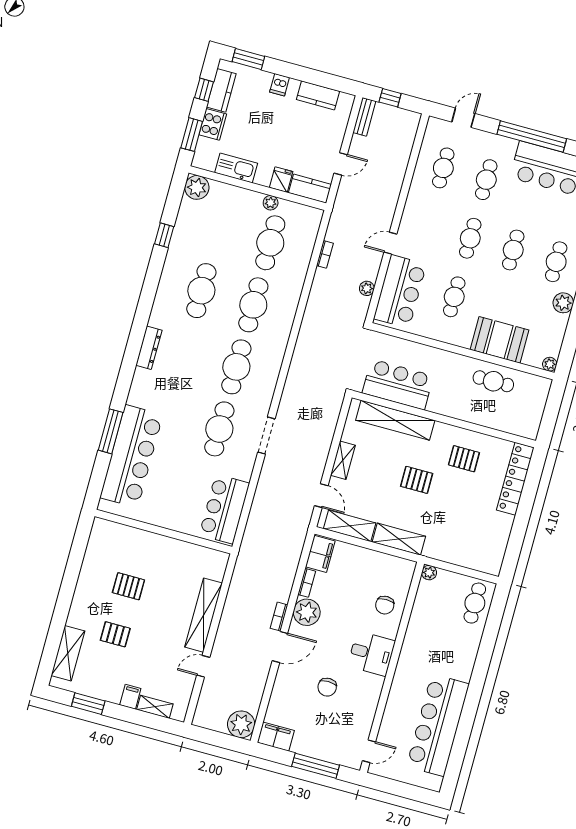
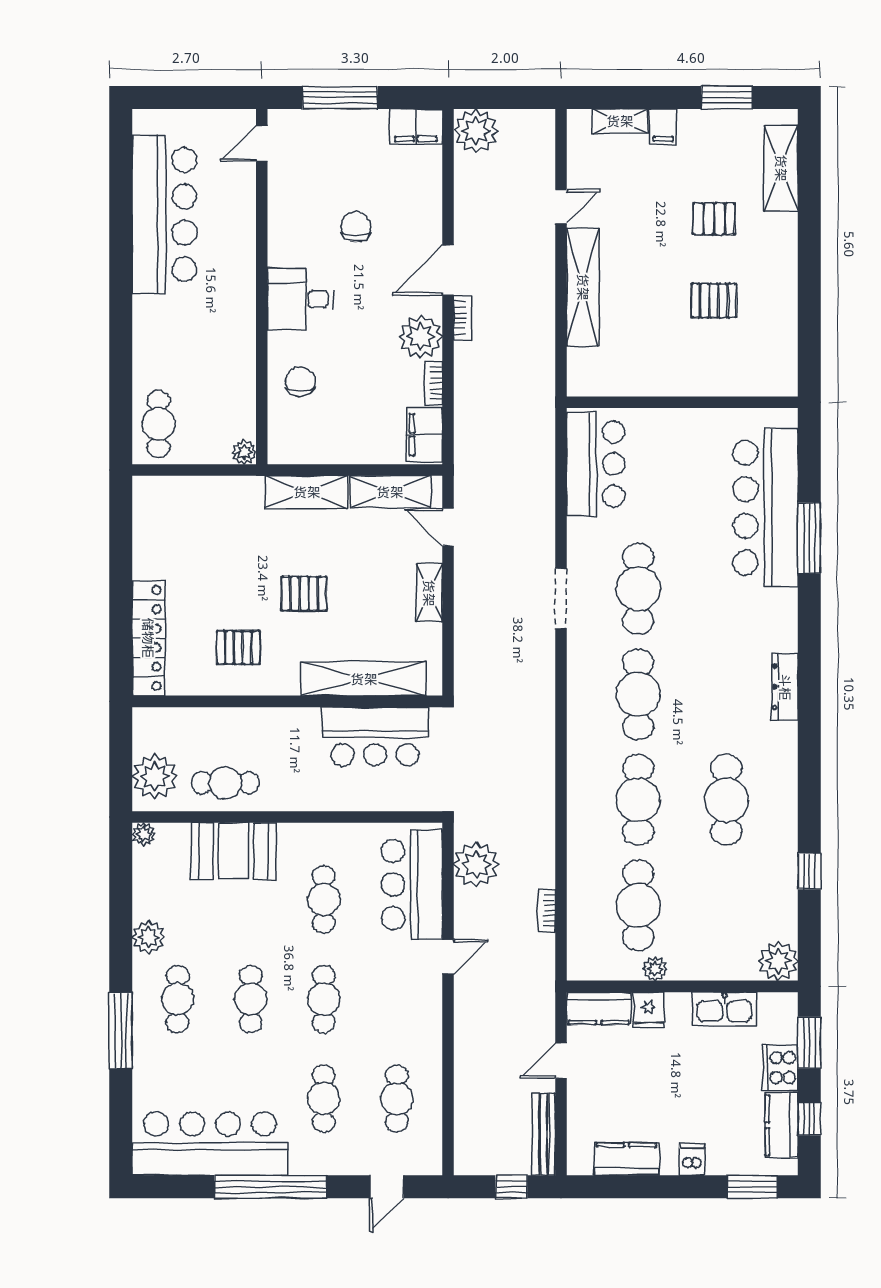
bench: (364, 117) -> (544, 1134), width x1.36
plant: (367, 288) -> (476, 864), width x1.88, depth x1.88
plant: (534, 396) -> (155, 777), added

